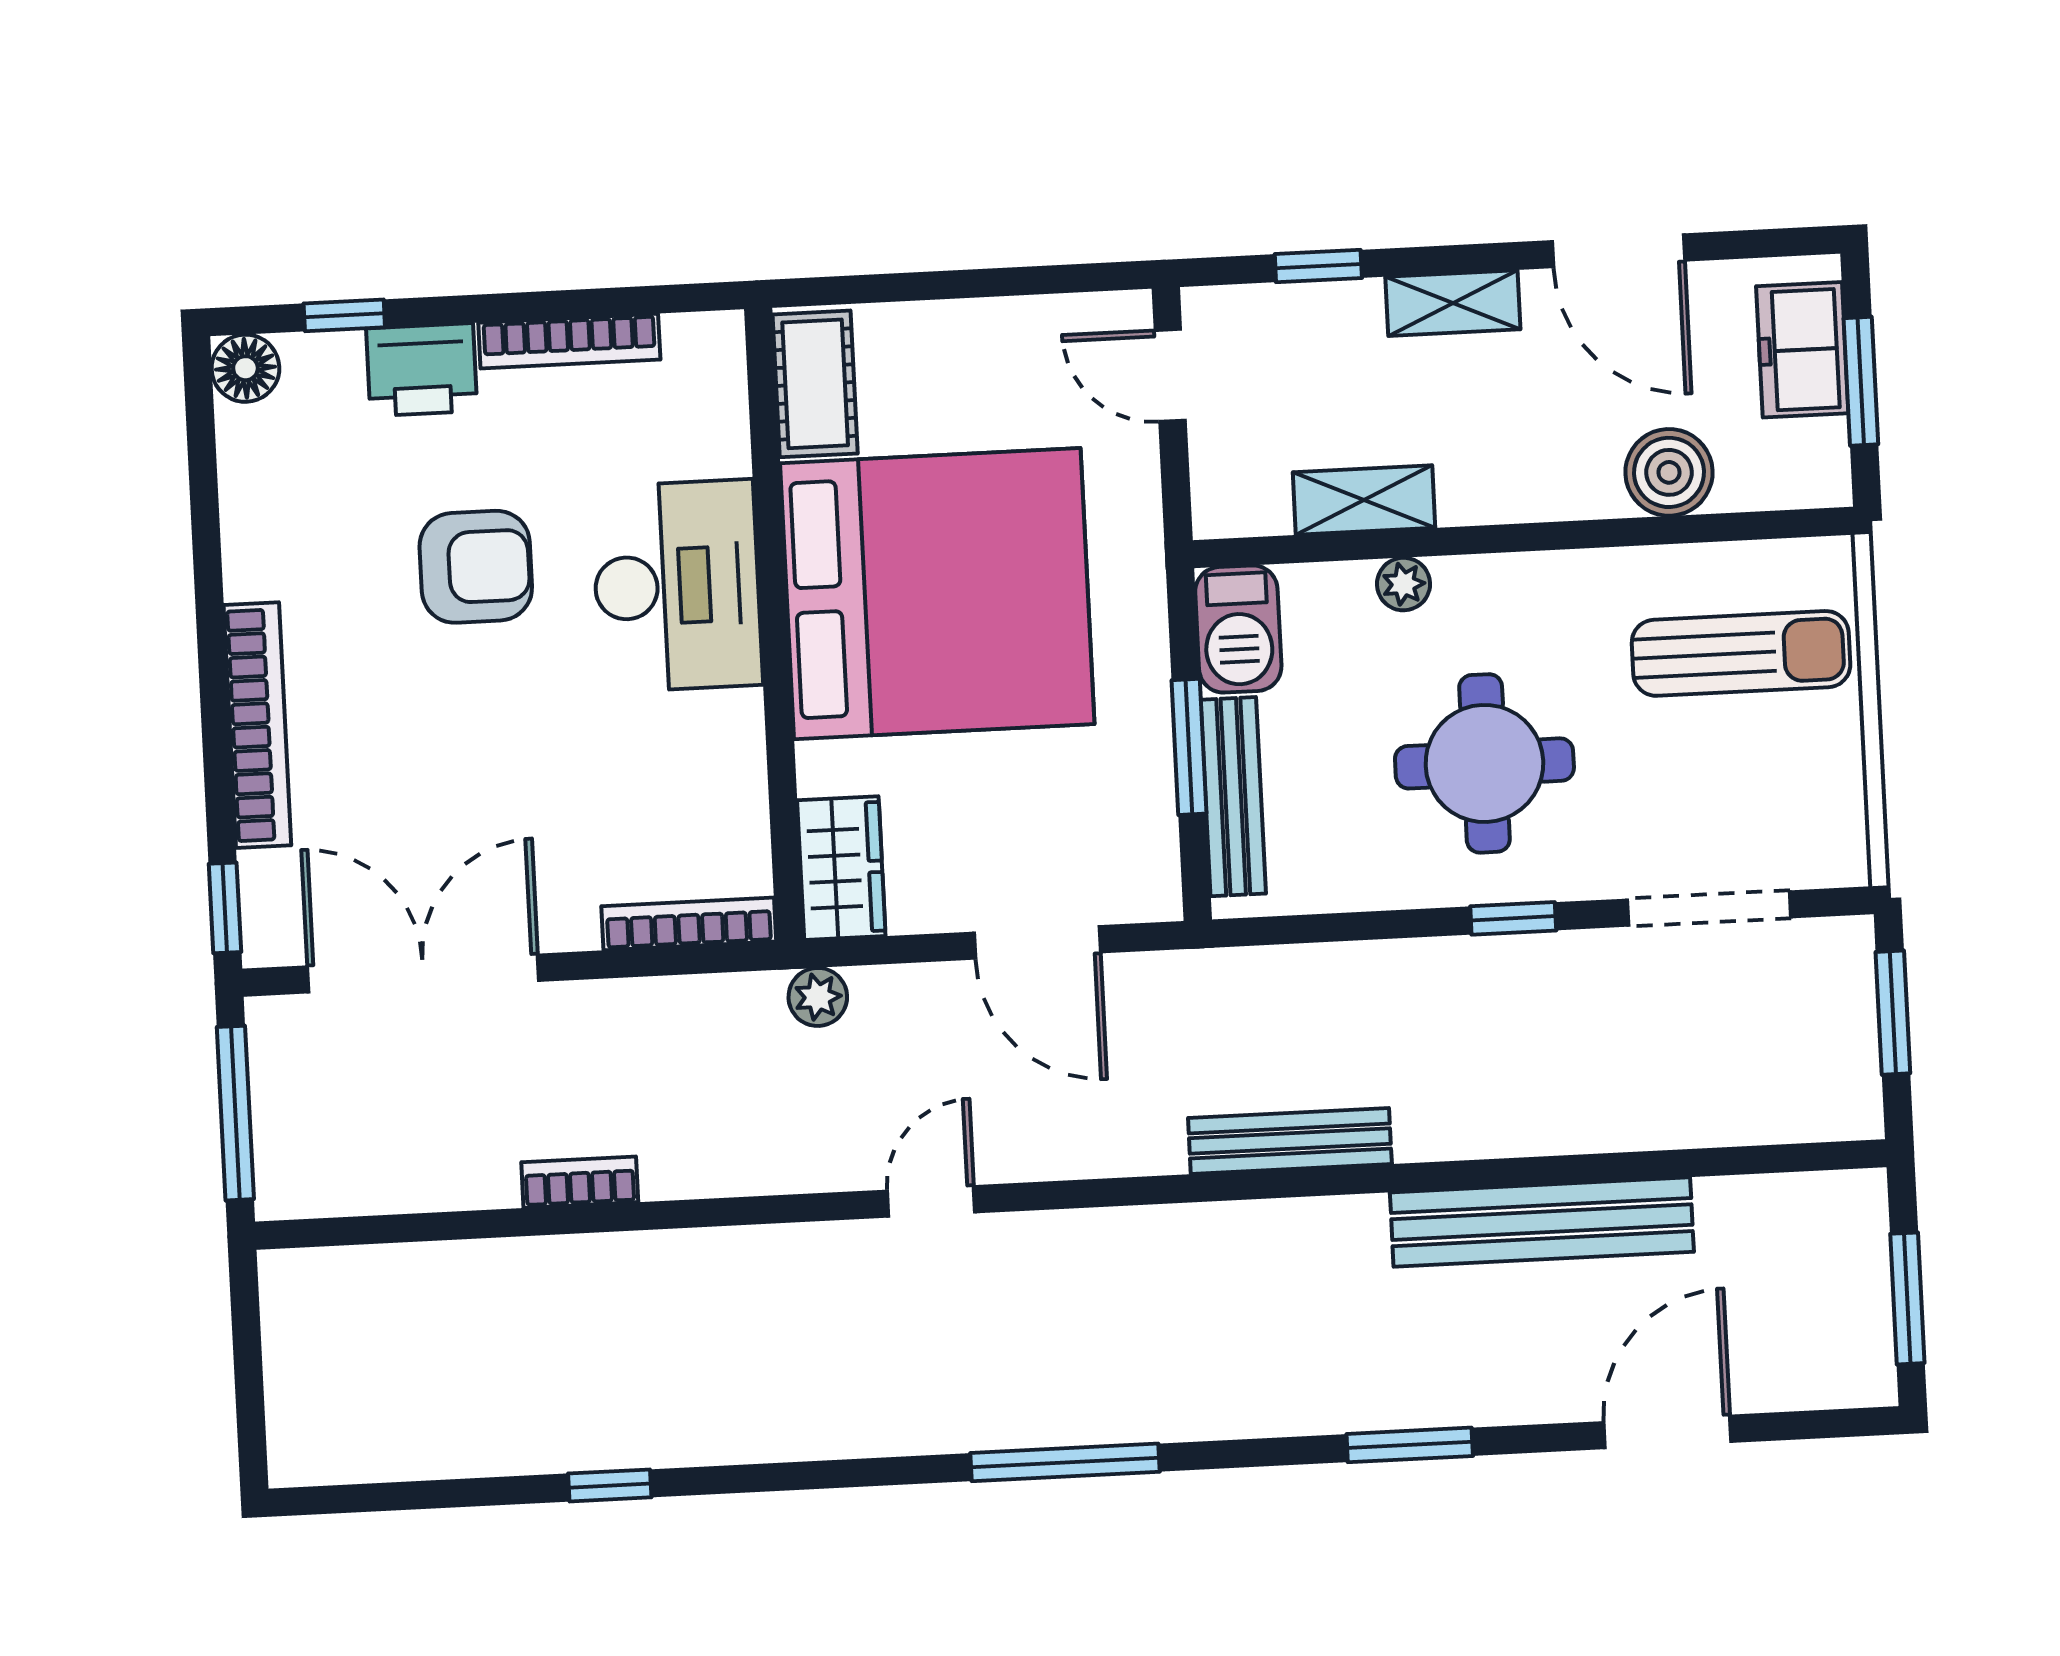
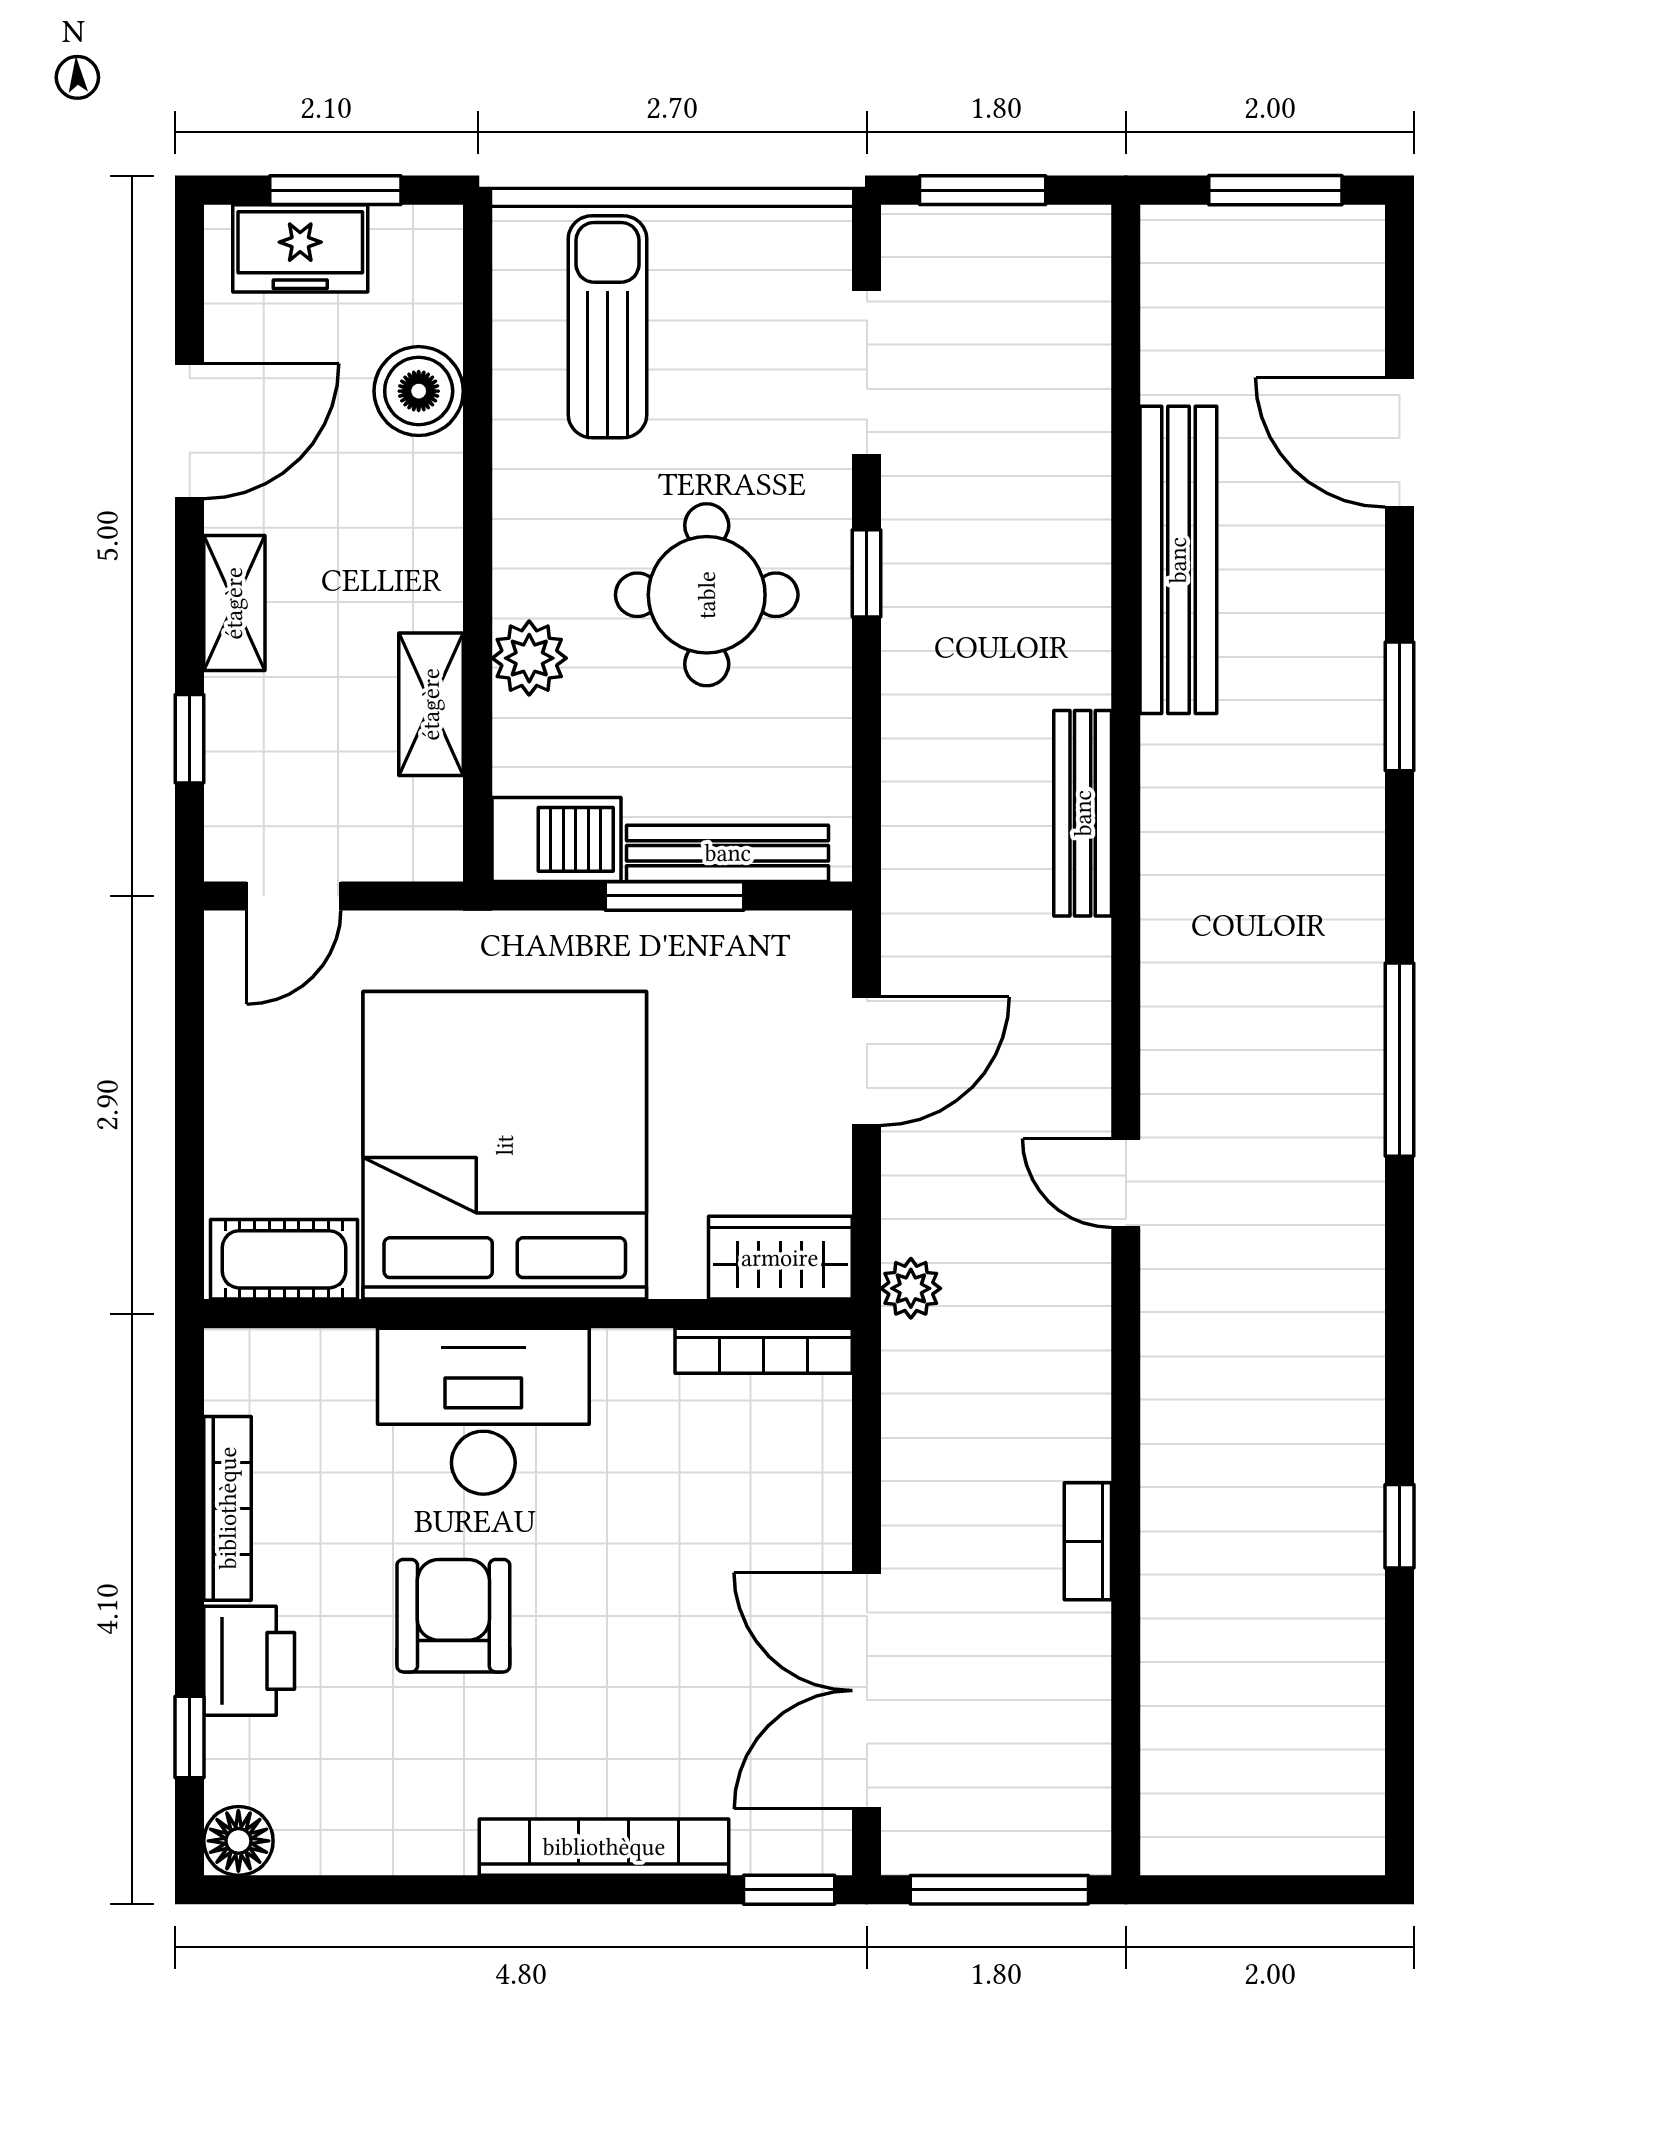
plant: (1404, 584) -> (529, 658), width x1.38, depth x1.38
bookcase: (689, 924) -> (764, 1351), moved, turned -90

